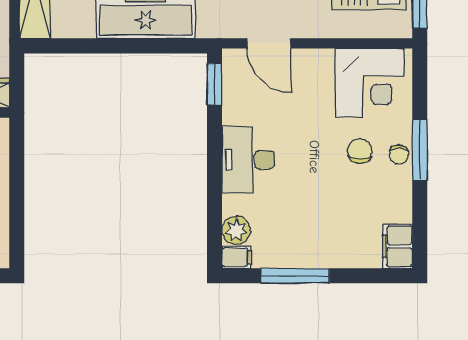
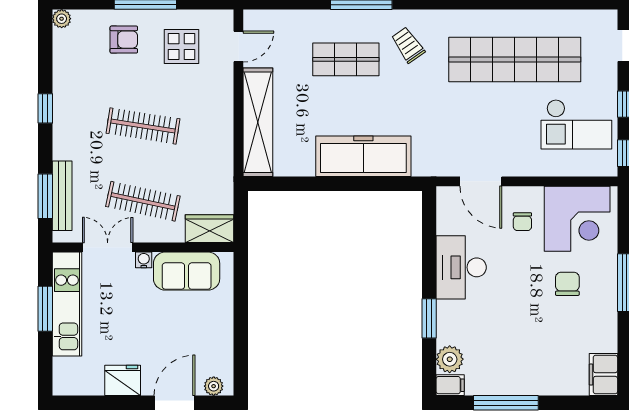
window: (215, 84) -> (429, 318), moved
chair: (399, 155) -> (522, 222), moved
desk: (248, 160) -> (461, 267), moved

